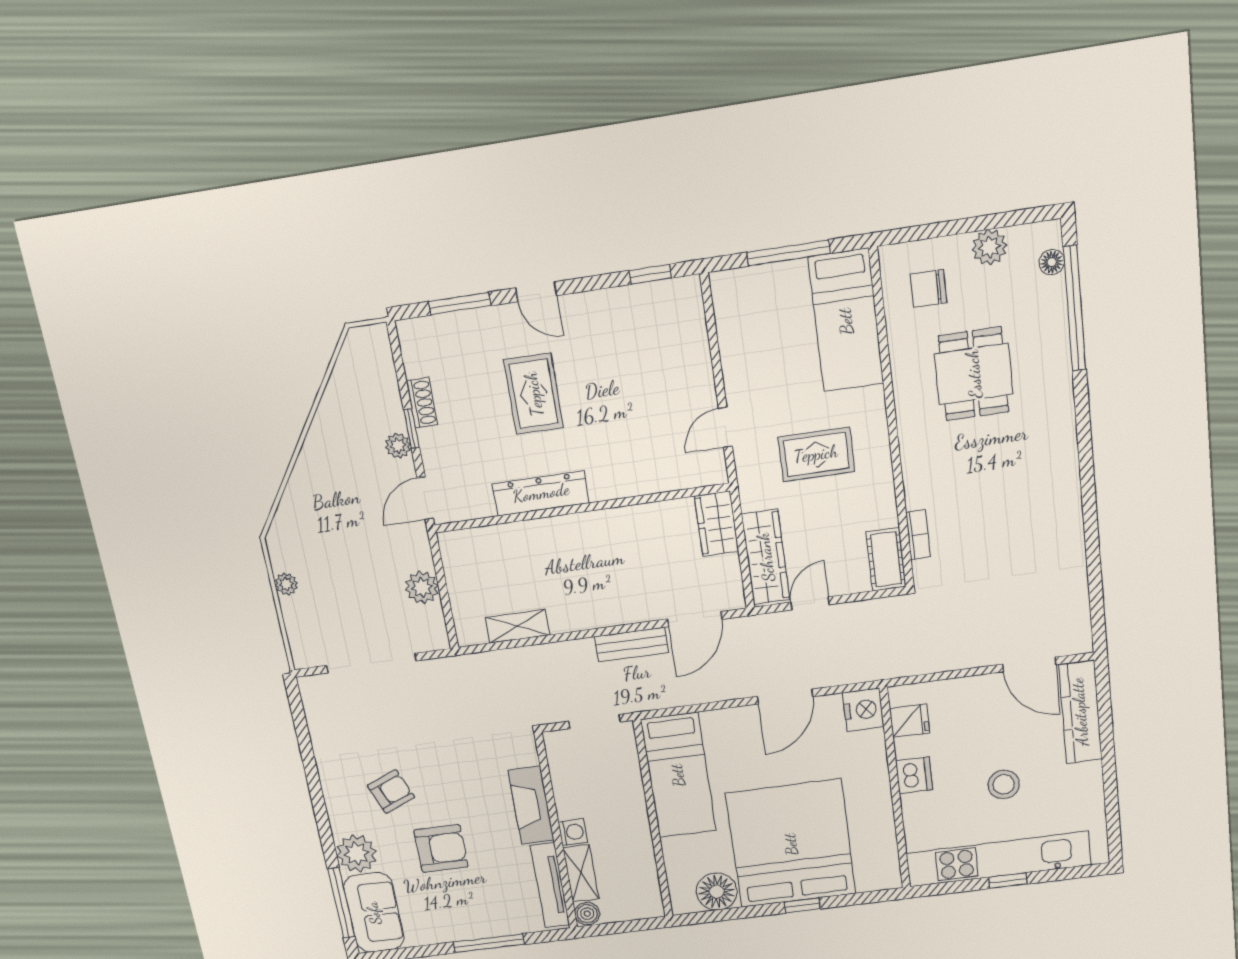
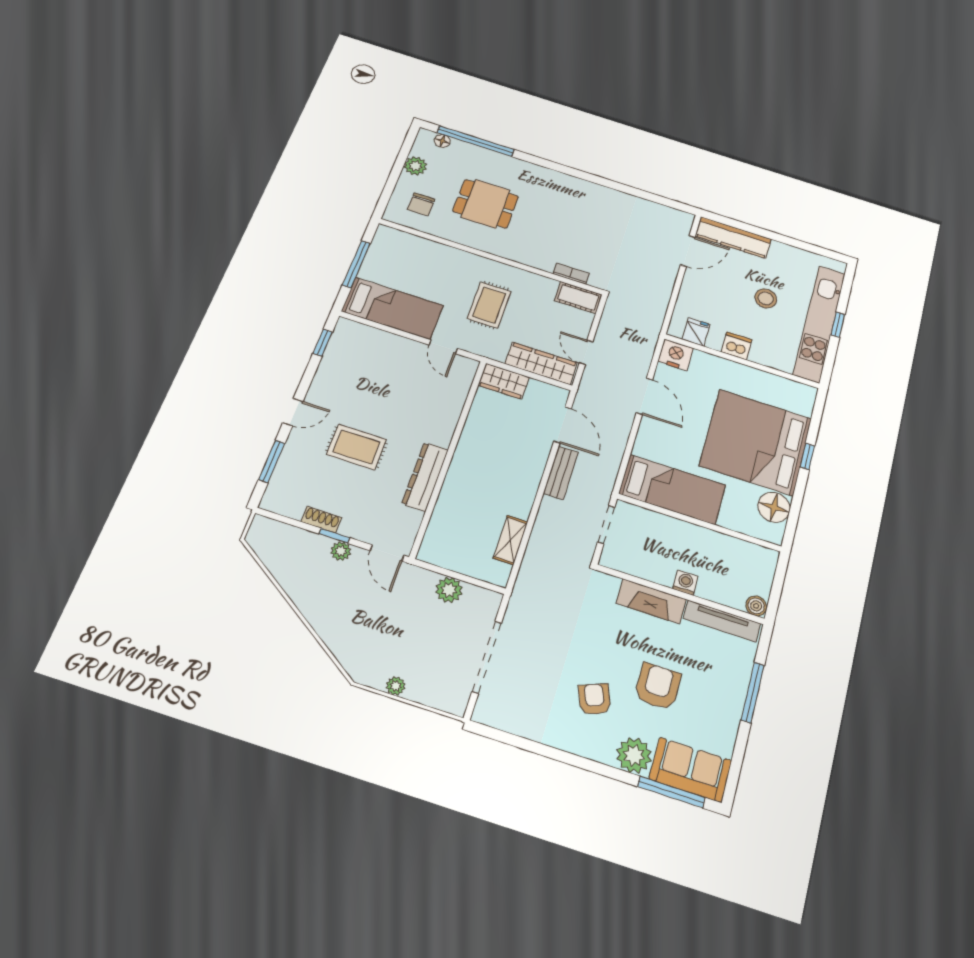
bed: (846, 321) -> (393, 308), moved
shelving: (581, 873) -> (721, 594), removed

